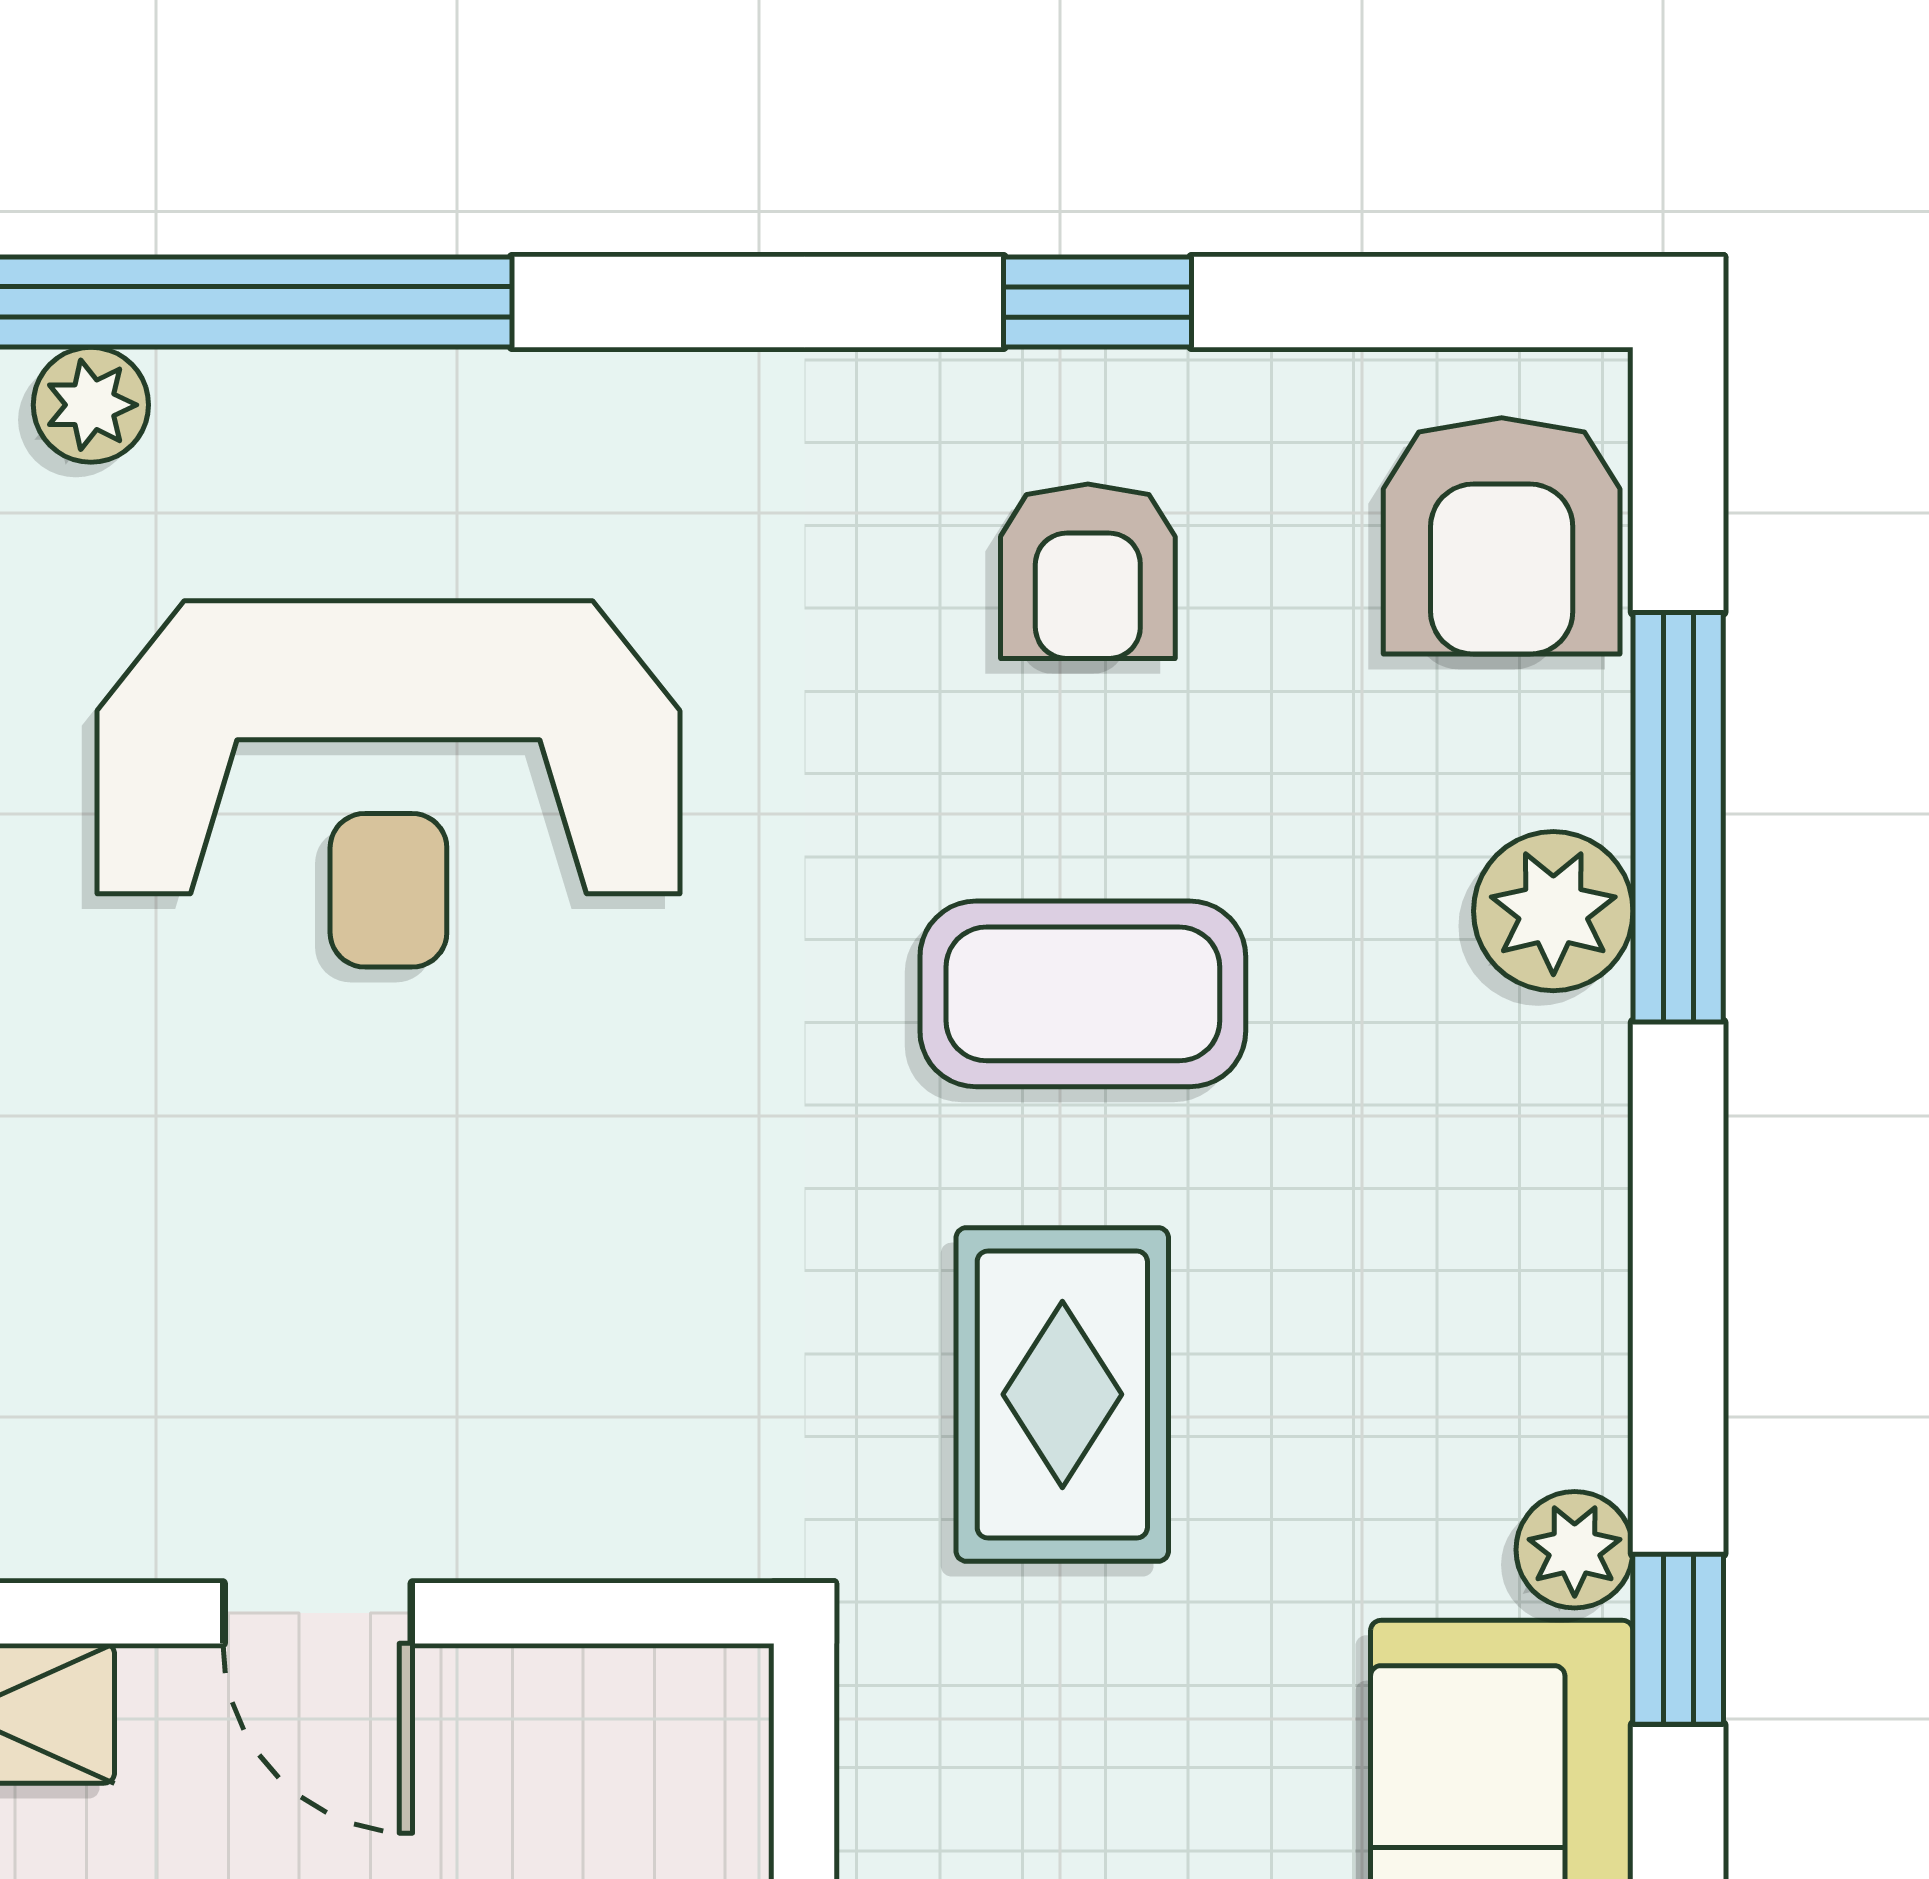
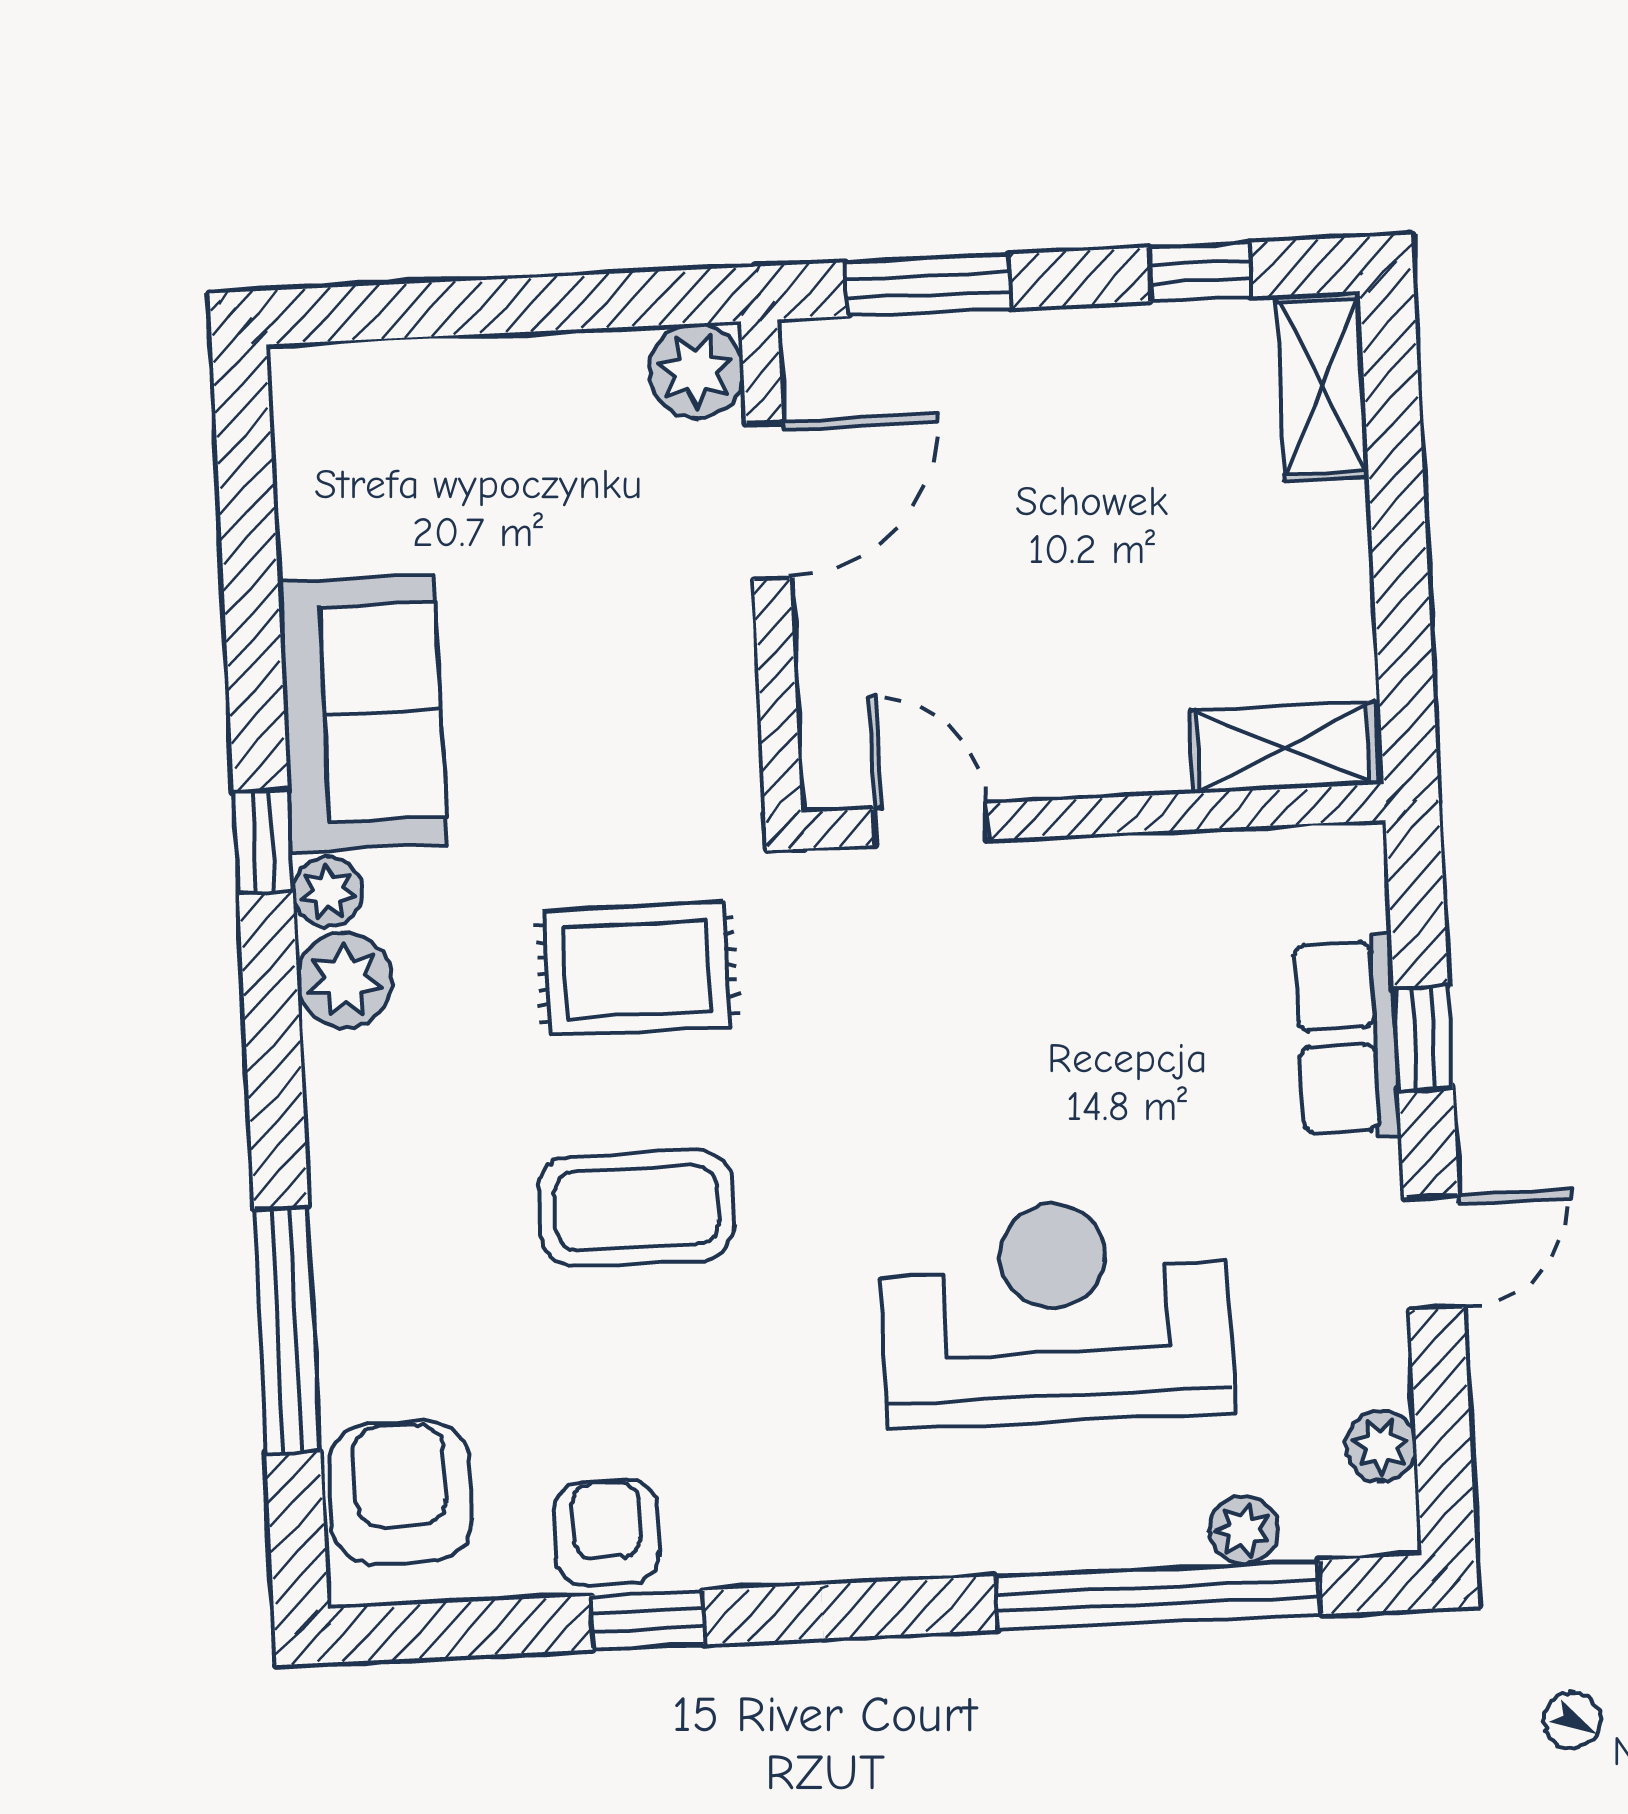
armchair: (1088, 571) -> (607, 1533), moved
plant: (1553, 911) -> (345, 980), moved
rug: (1062, 1394) -> (637, 969), turned 90
door: (318, 1613) -> (931, 824), moved

